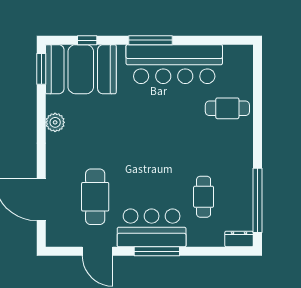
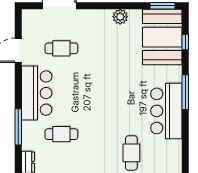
bar counter: (174, 64) -> (166, 111), width x0.73
cafe table: (95, 197) -> (61, 48), width x0.73, depth x0.74
window: (157, 251) -> (18, 127), moved

